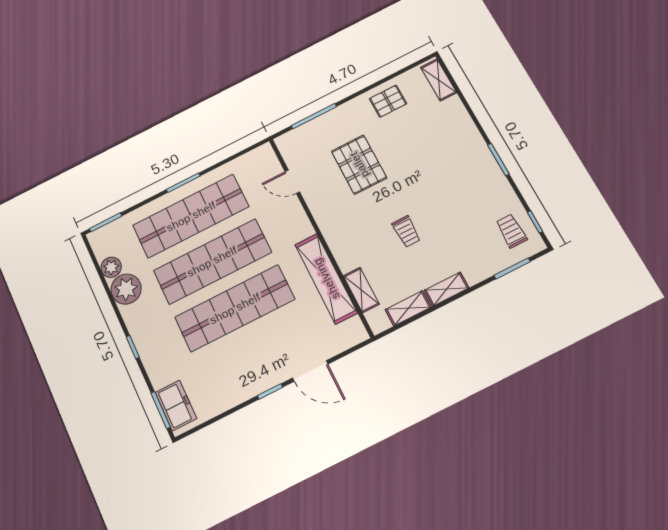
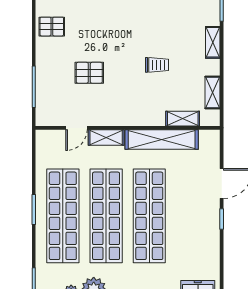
pallet: (388, 101) -> (52, 27), turned 90
pallet: (359, 165) -> (89, 73), width x0.67, depth x0.71
shelving: (298, 218) -> (106, 137), added
shelving: (446, 289) -> (213, 42), moved

